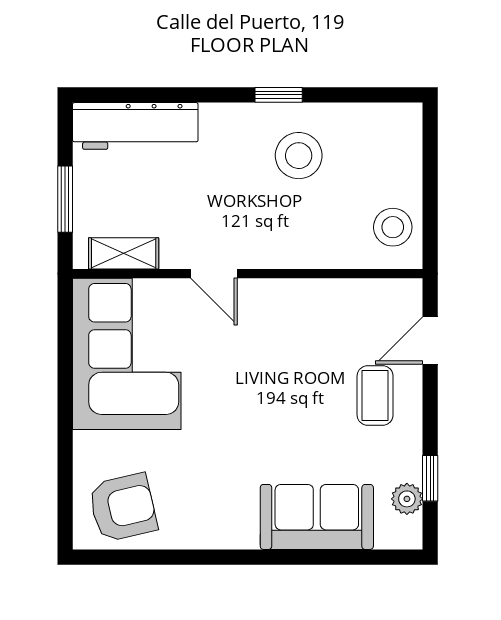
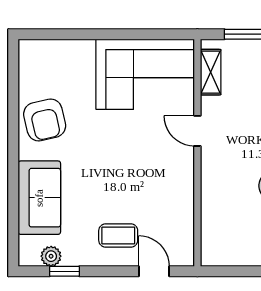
stool: (393, 227) -> (228, 247), removed
door: (214, 274) -> (197, 131), hinge flipped
armchair: (123, 508) -> (45, 120), moved

